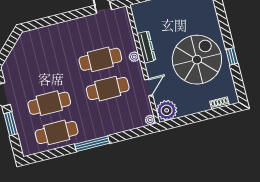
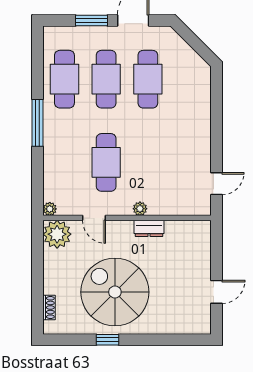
dresser: (146, 47) -> (149, 228), width x0.70
cafe table: (100, 59) -> (148, 79), moved
spiral stairs: (197, 60) -> (115, 292), turned 180

